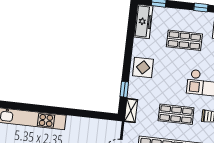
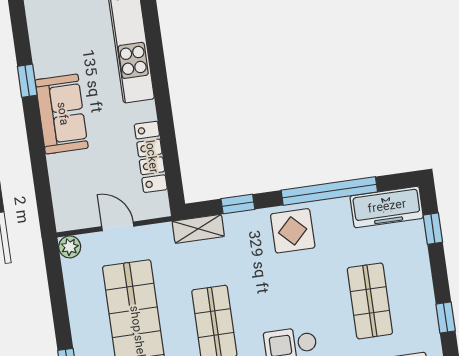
window: (129, 46) -> (329, 191), added
locker: (92, 124) -> (151, 157), added

